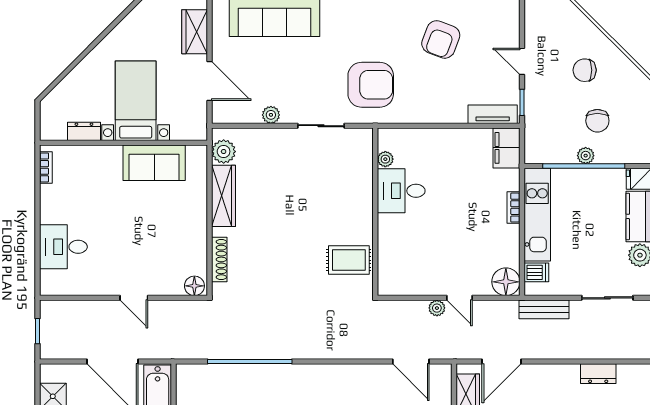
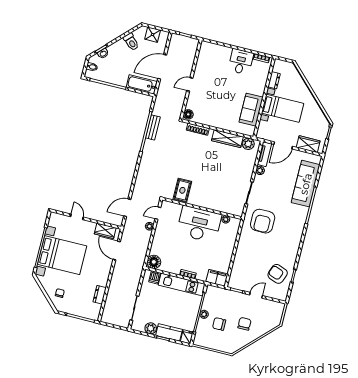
armchair: (441, 39) -> (278, 274), moved
tv unit: (493, 114) -> (264, 154), moved
desk: (401, 191) -> (199, 224), width x1.87, depth x1.30
desk: (63, 247) -> (241, 62), moved
door: (460, 298) -> (158, 213), moved
bench: (544, 309) -> (153, 127), moved

